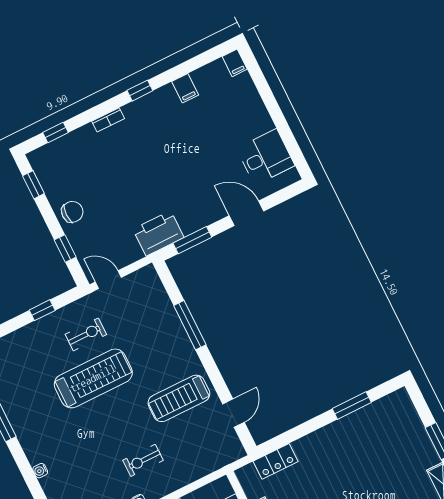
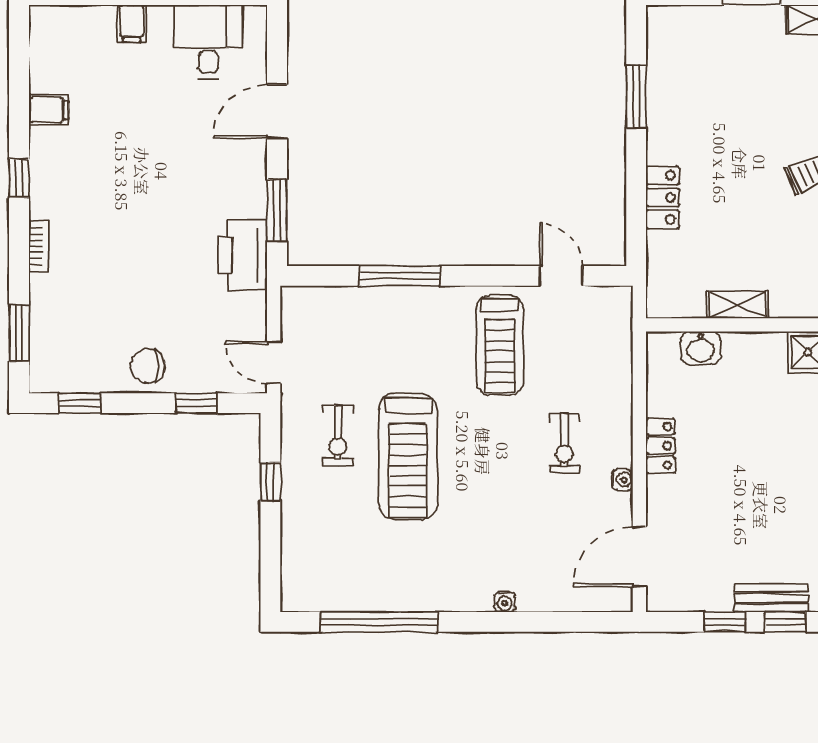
filing cabinet: (235, 63) -> (132, 23), moved, turned 90
window: (55, 133) -> (19, 333), width x1.50
chair: (72, 212) -> (148, 366), turned -90
door: (108, 280) -> (274, 362), hinge flipped
exercise bike: (86, 334) -> (338, 435), turned 180
treadmill: (93, 378) -> (408, 457), turned 180
locker: (276, 461) -> (663, 197), moved

